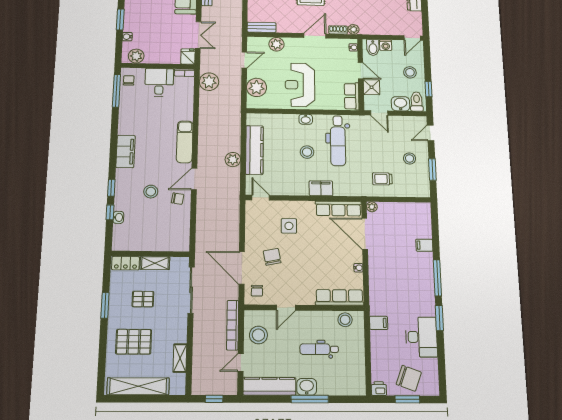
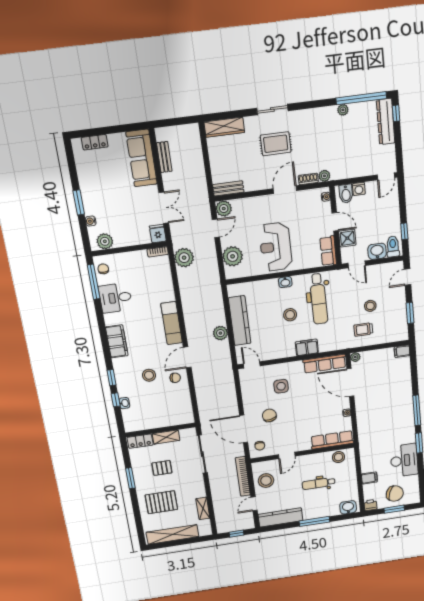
plant: (276, 44) -> (224, 209), moved
stool: (410, 72) -> (385, 216), removed
desk: (159, 82) -> (115, 298), moved, turned -90
stool: (410, 158) -> (370, 306), moved
filing cabinet: (424, 245) -> (402, 351), moved
filing cabinet: (379, 323) -> (369, 478), moved
washbasin: (307, 387) -> (348, 507), moved

